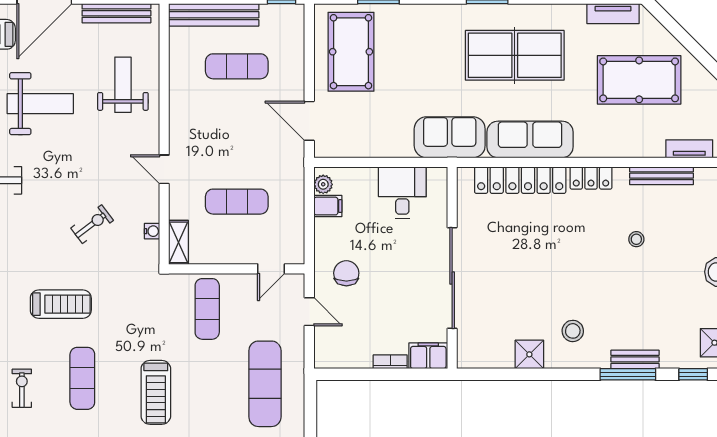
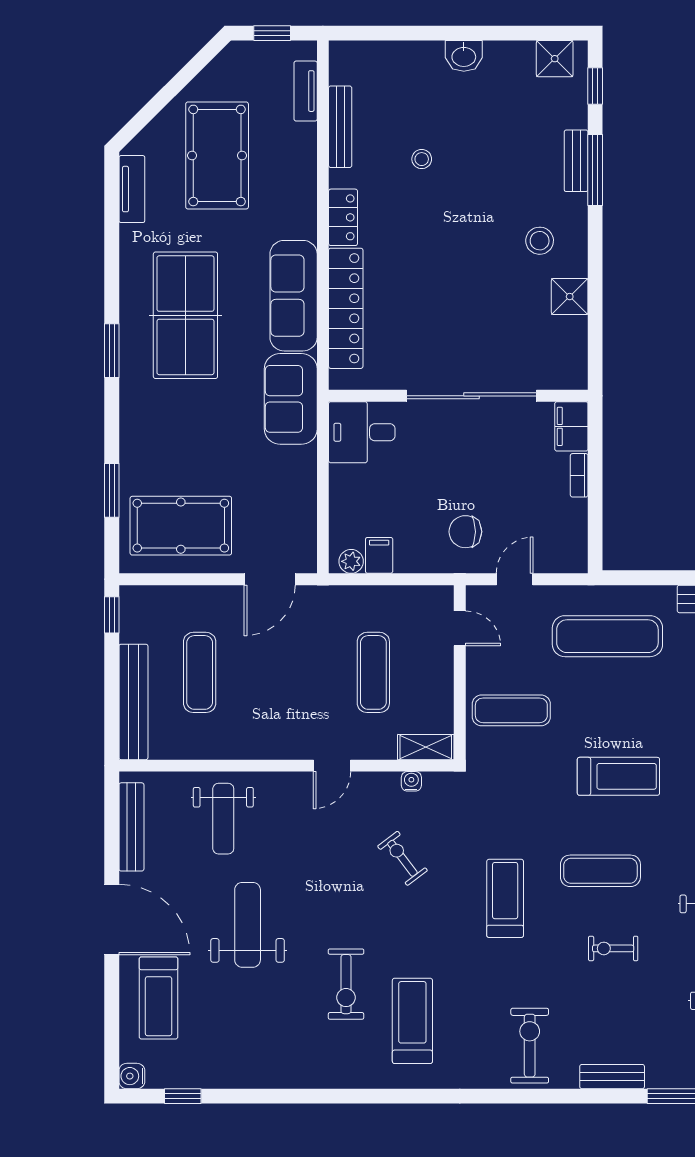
weight bench: (123, 85) -> (223, 819), turned -90
desk: (402, 193) -> (362, 432), moved

